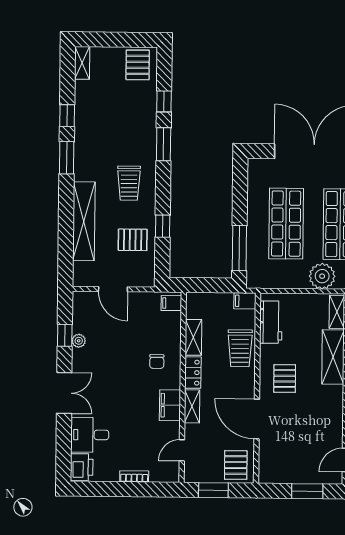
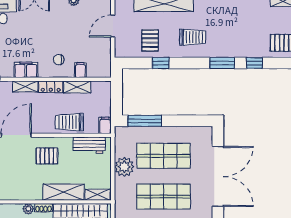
trolley: (129, 183) -> (193, 37), turned 180
plant: (322, 276) -> (124, 167), moved
filing cabinet: (171, 303) -> (80, 70), moved

